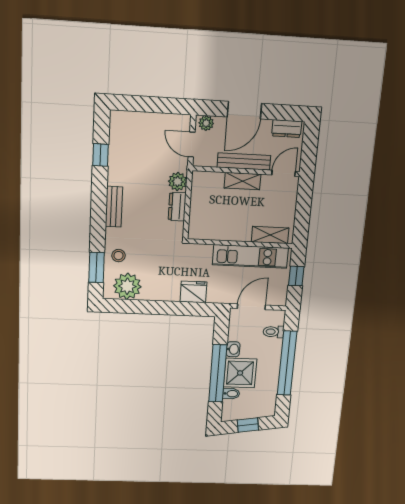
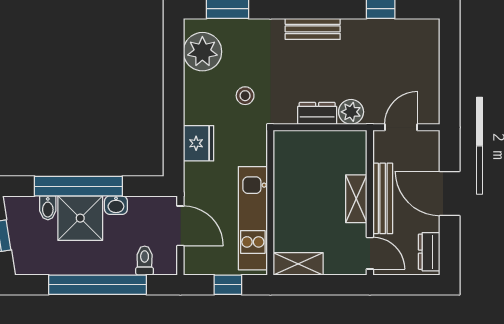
plant: (206, 123) -> (430, 145), removed
shelving: (270, 235) -> (298, 264), moved, turned 90
stool: (118, 256) -> (245, 96), moved

